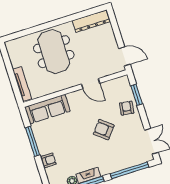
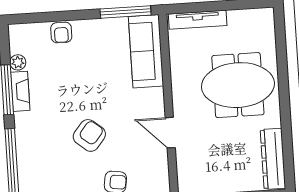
door: (91, 84) -> (170, 133), hinge flipped
window: (33, 141) -> (126, 12), moved

